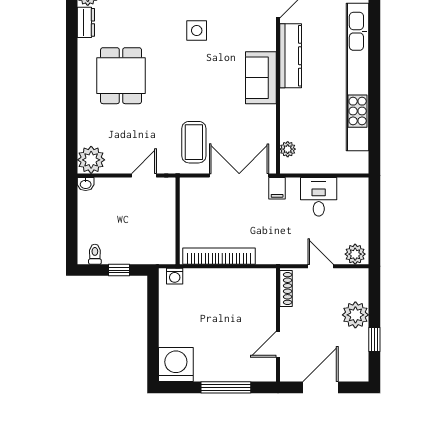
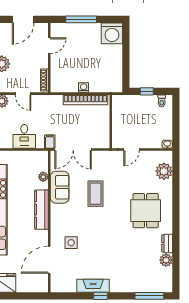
side table: (197, 30) -> (71, 243), moved
kitchen counter: (291, 56) -> (41, 210), moved
sofa: (261, 78) -> (60, 187), moved
coffee table: (194, 142) -> (96, 194), moved
plant: (288, 149) -> (43, 177), moved
plant: (91, 160) -> (164, 171), moved
washing machine: (175, 276) -> (84, 88), moved

